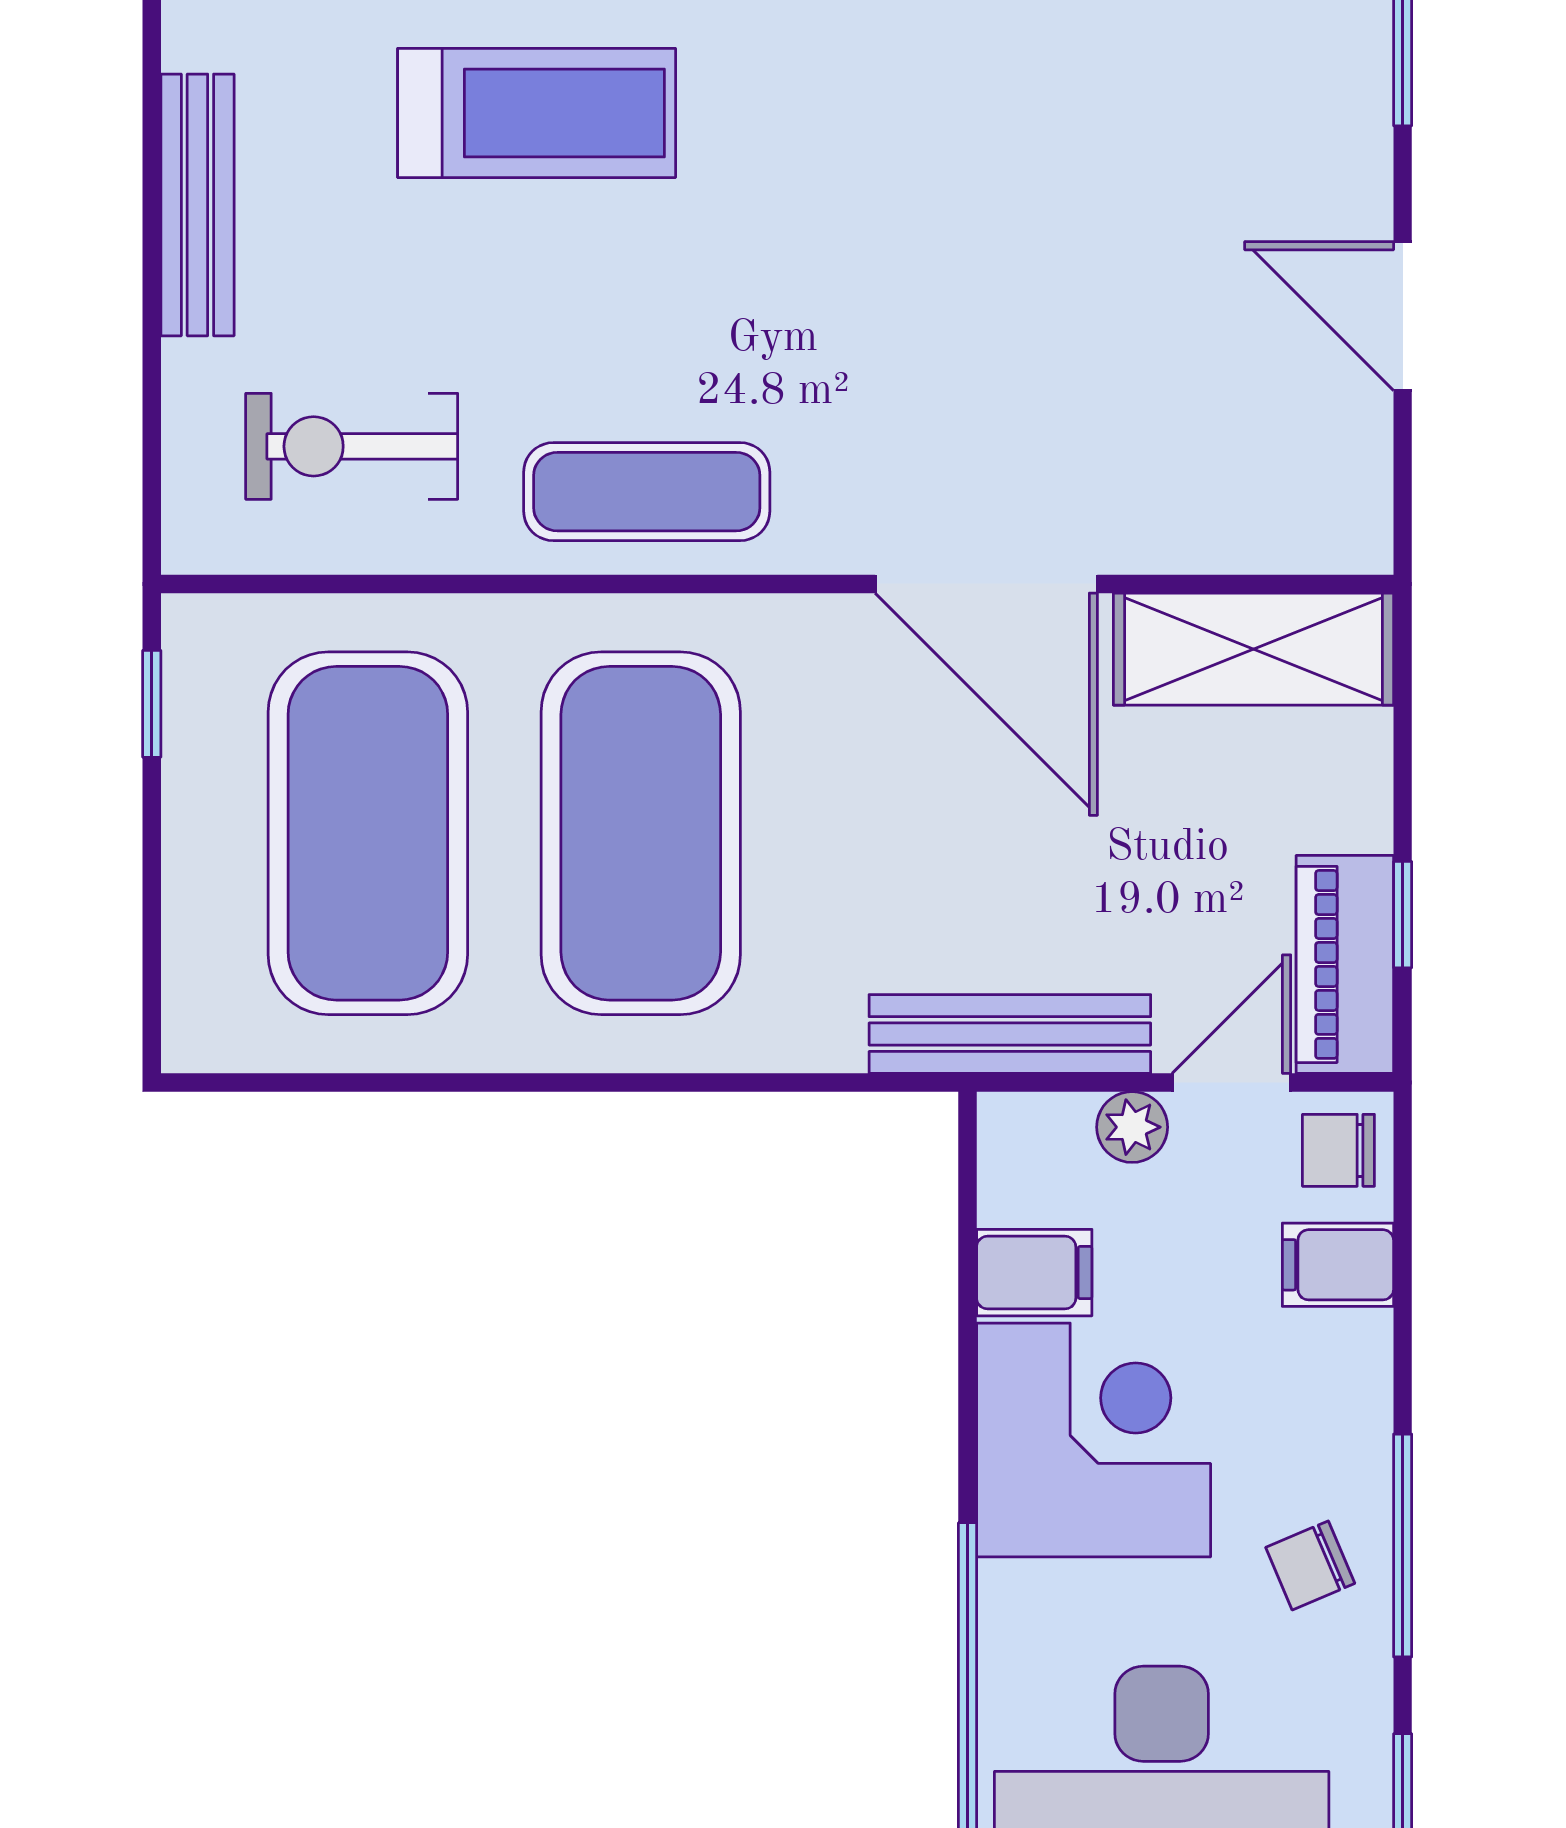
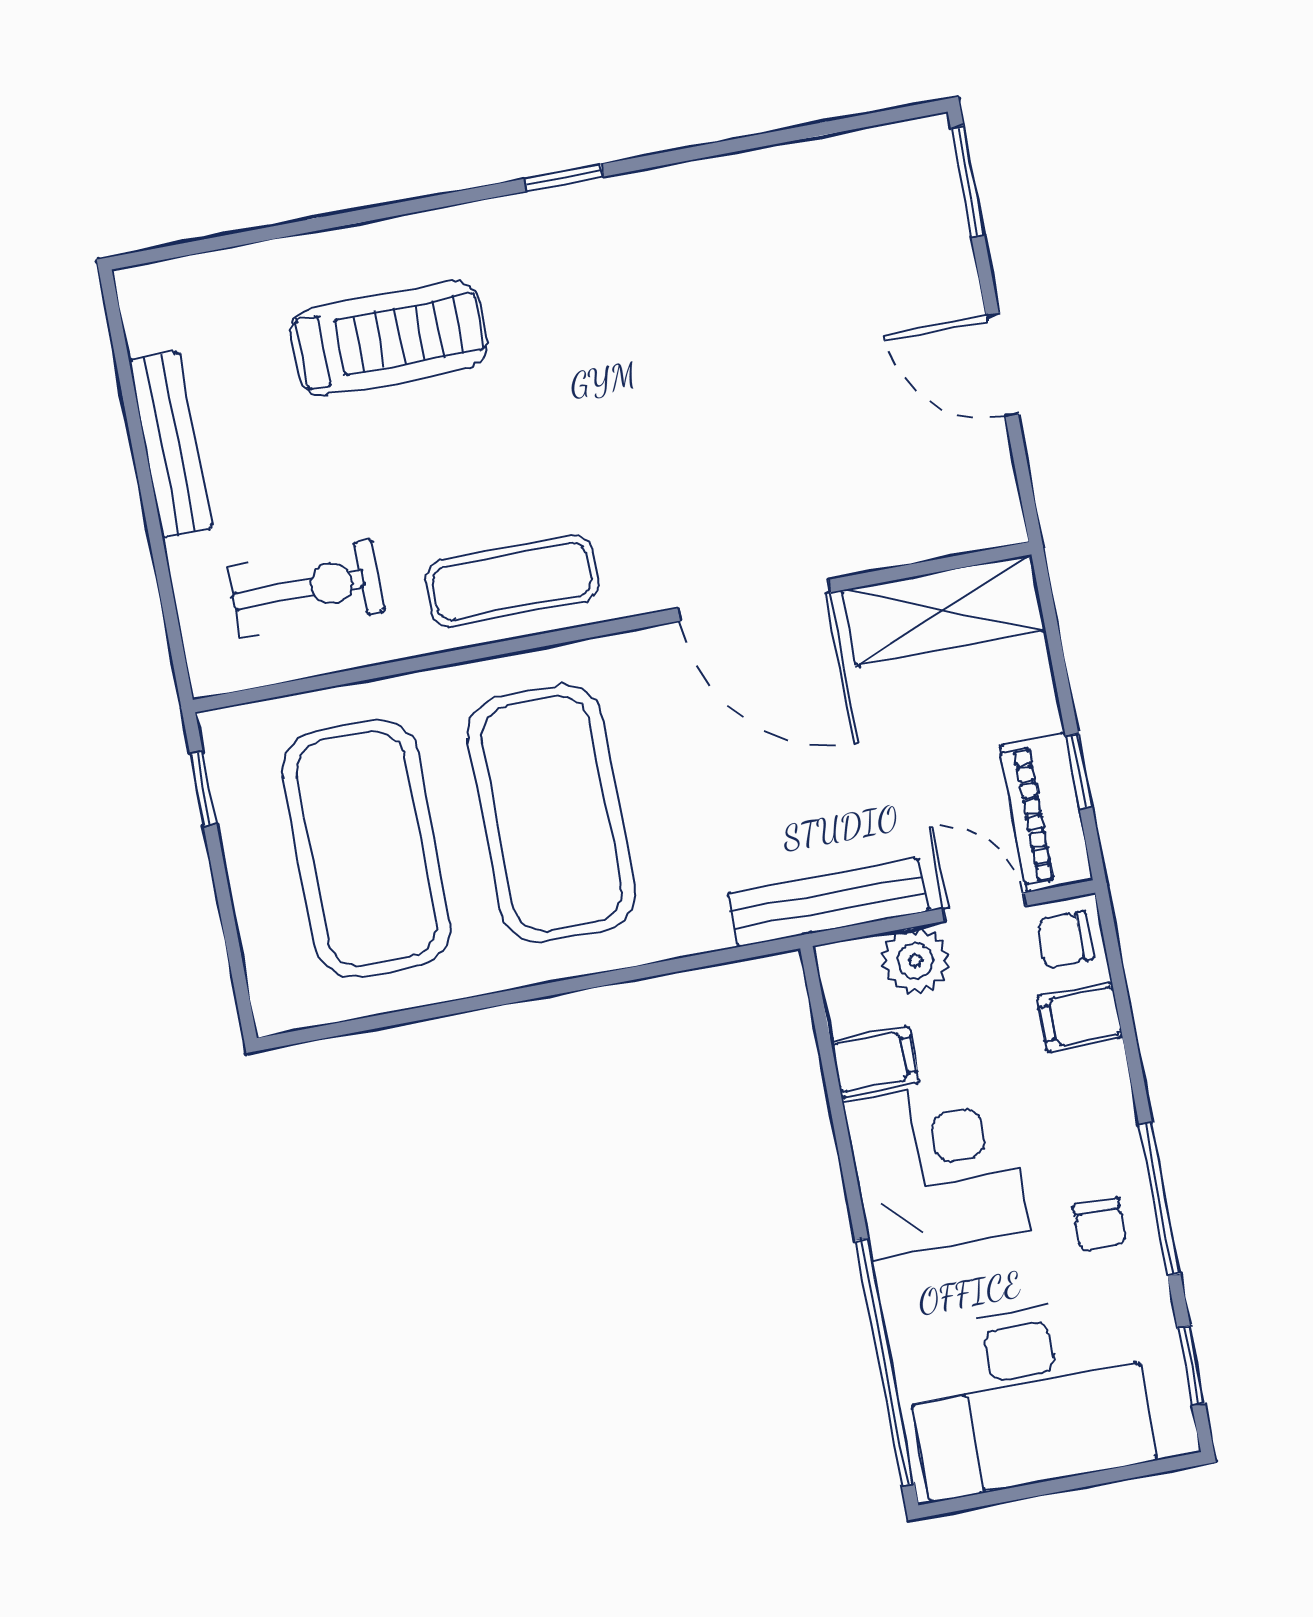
exercise bike: (352, 446) -> (306, 588), turned 180
door: (1231, 1083) -> (984, 907), hinge flipped
plant: (1132, 1127) -> (915, 961), width x1.38, depth x1.38
chair: (1310, 1565) -> (1100, 1225), turned -67

